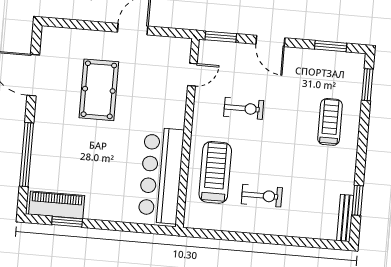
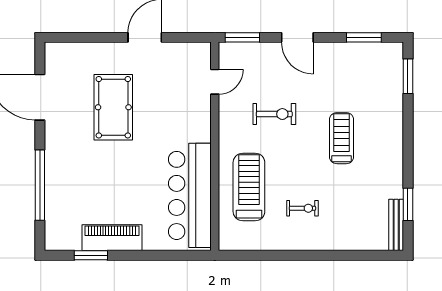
treadmill: (330, 122) -> (342, 138), moved
exercise bike: (262, 196) -> (302, 208), width x0.73, depth x0.72
piano: (57, 205) -> (112, 238), moved

